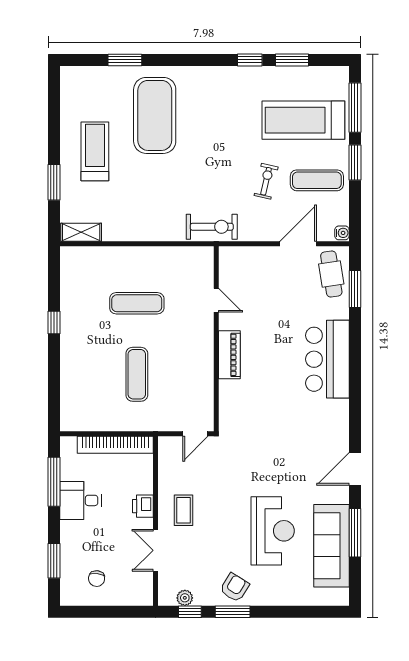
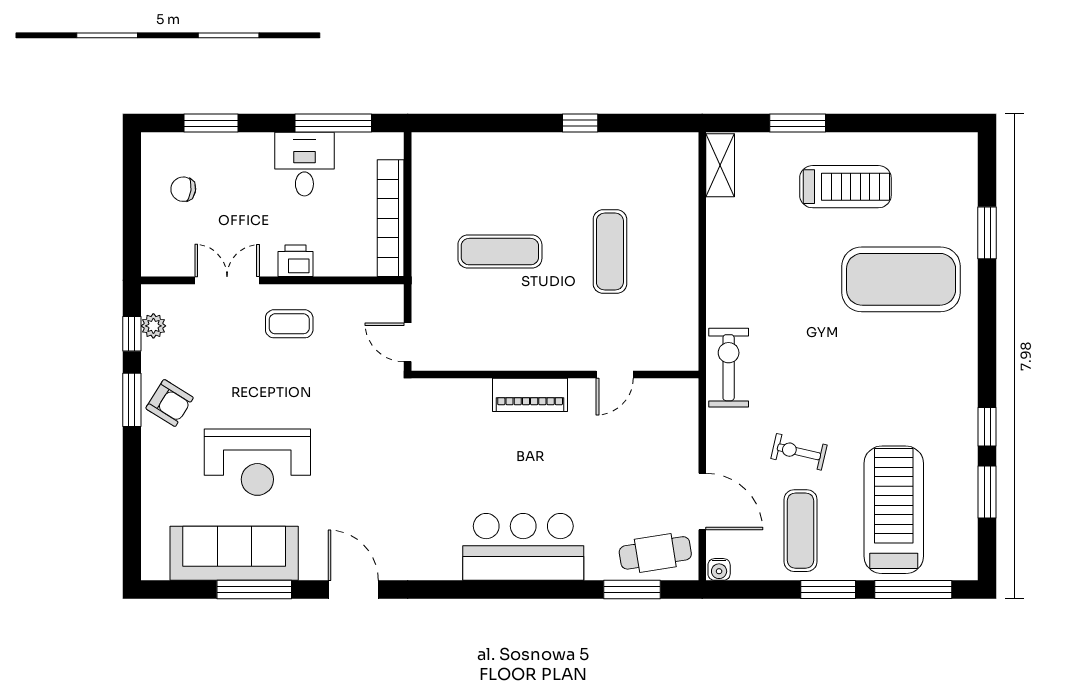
exercise bike: (266, 181) -> (799, 452), turned 180
exercise bike: (212, 227) -> (729, 368), turned 180

